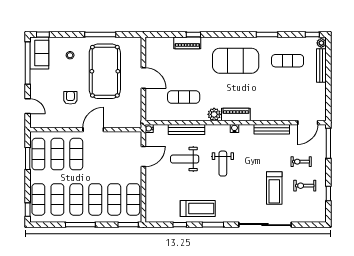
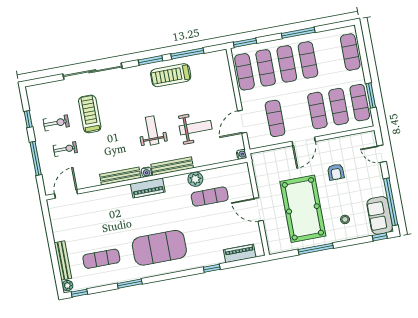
piano: (187, 43) -> (240, 253), moved
plant: (214, 114) -> (195, 179), moved
bench: (187, 129) -> (172, 166), moved
bench: (272, 129) -> (120, 176), moved
window: (328, 143) -> (36, 158), moved
exercise mat: (57, 199) -> (275, 118), moved
window: (28, 210) -> (360, 38), removed
window: (180, 225) -> (187, 53), width x2.17

